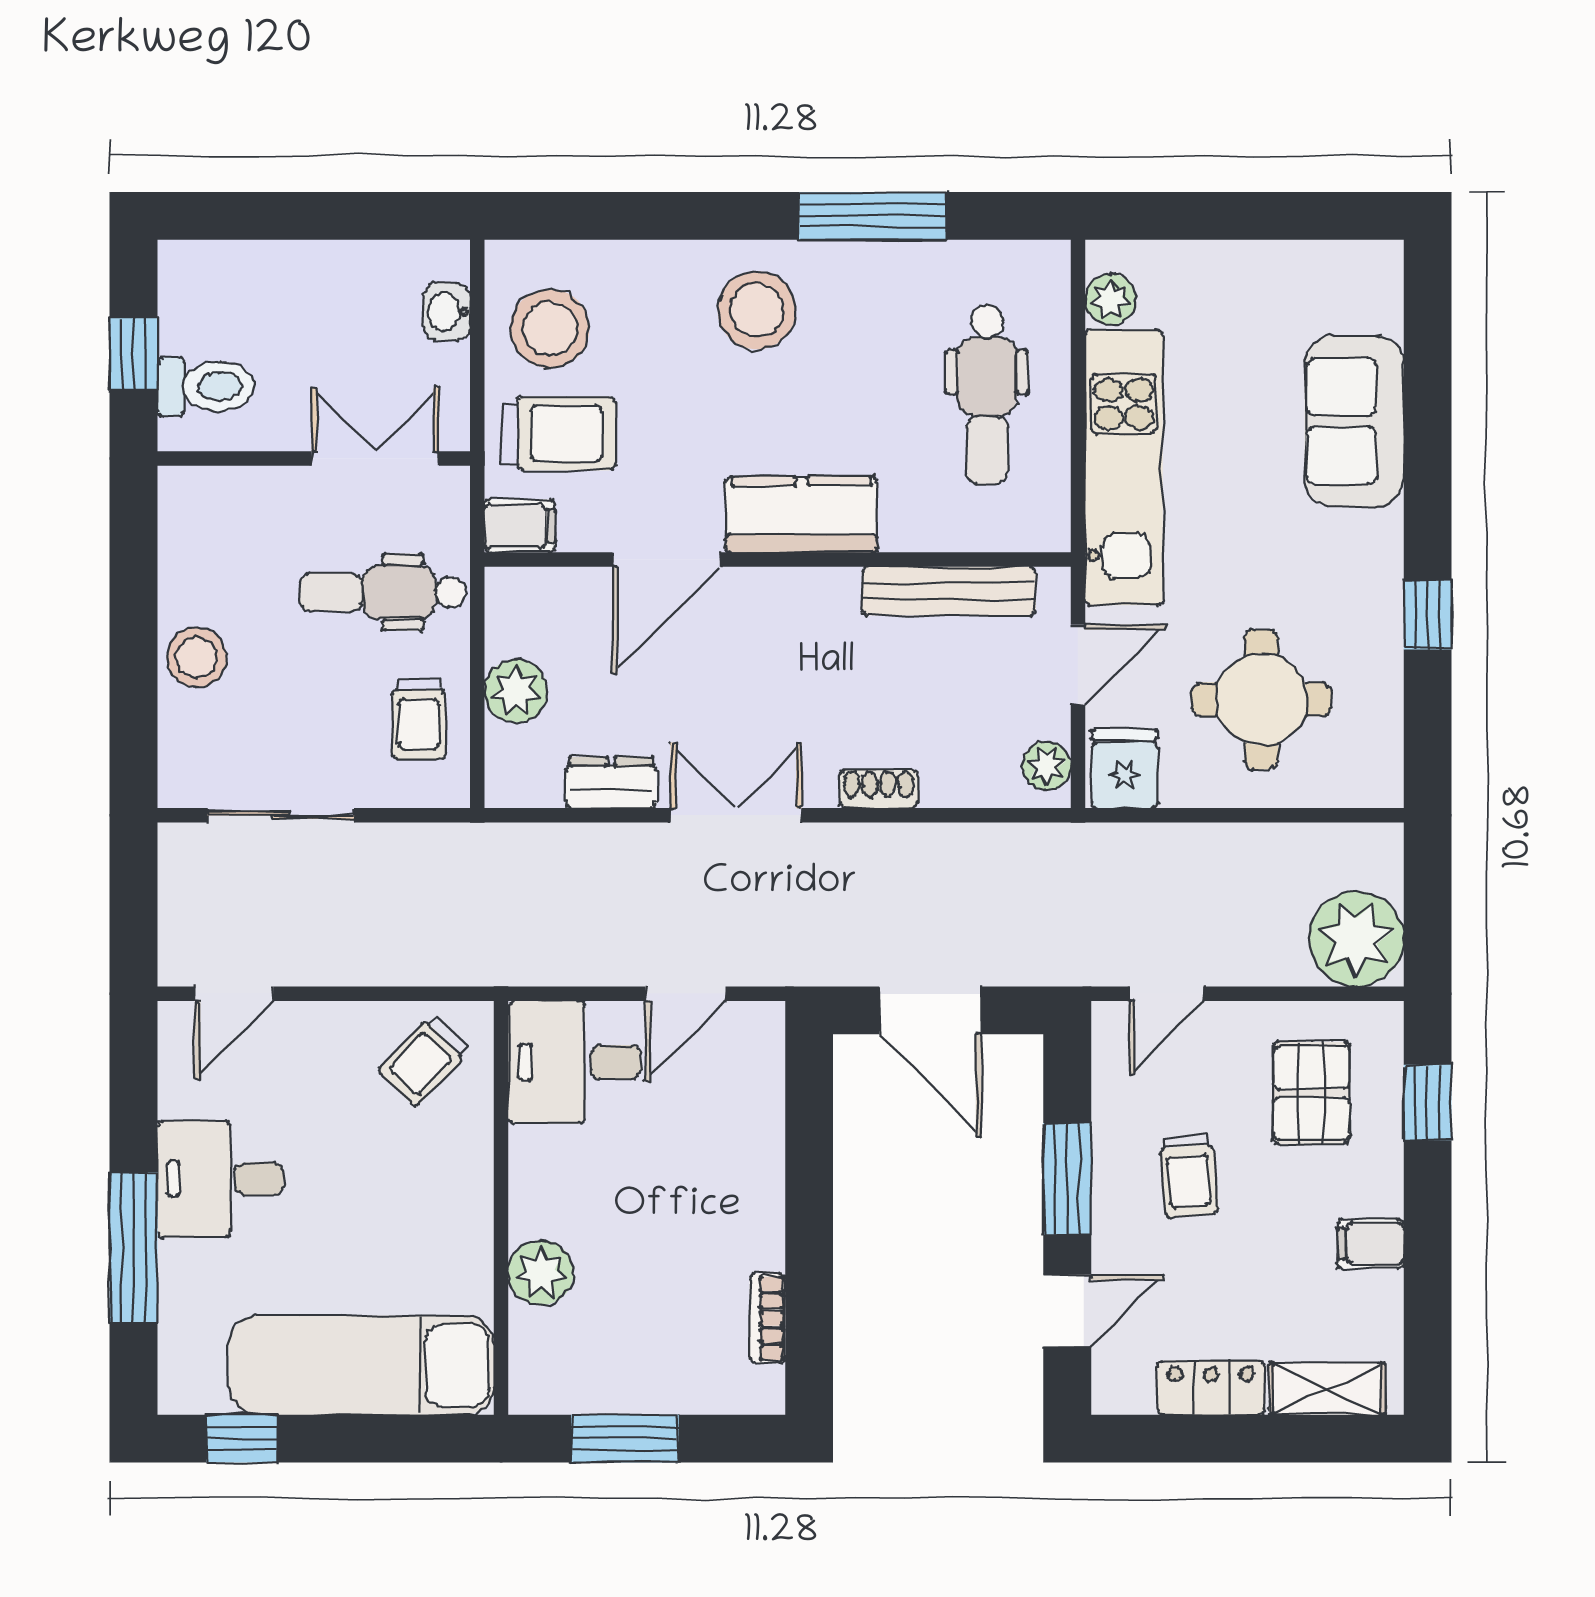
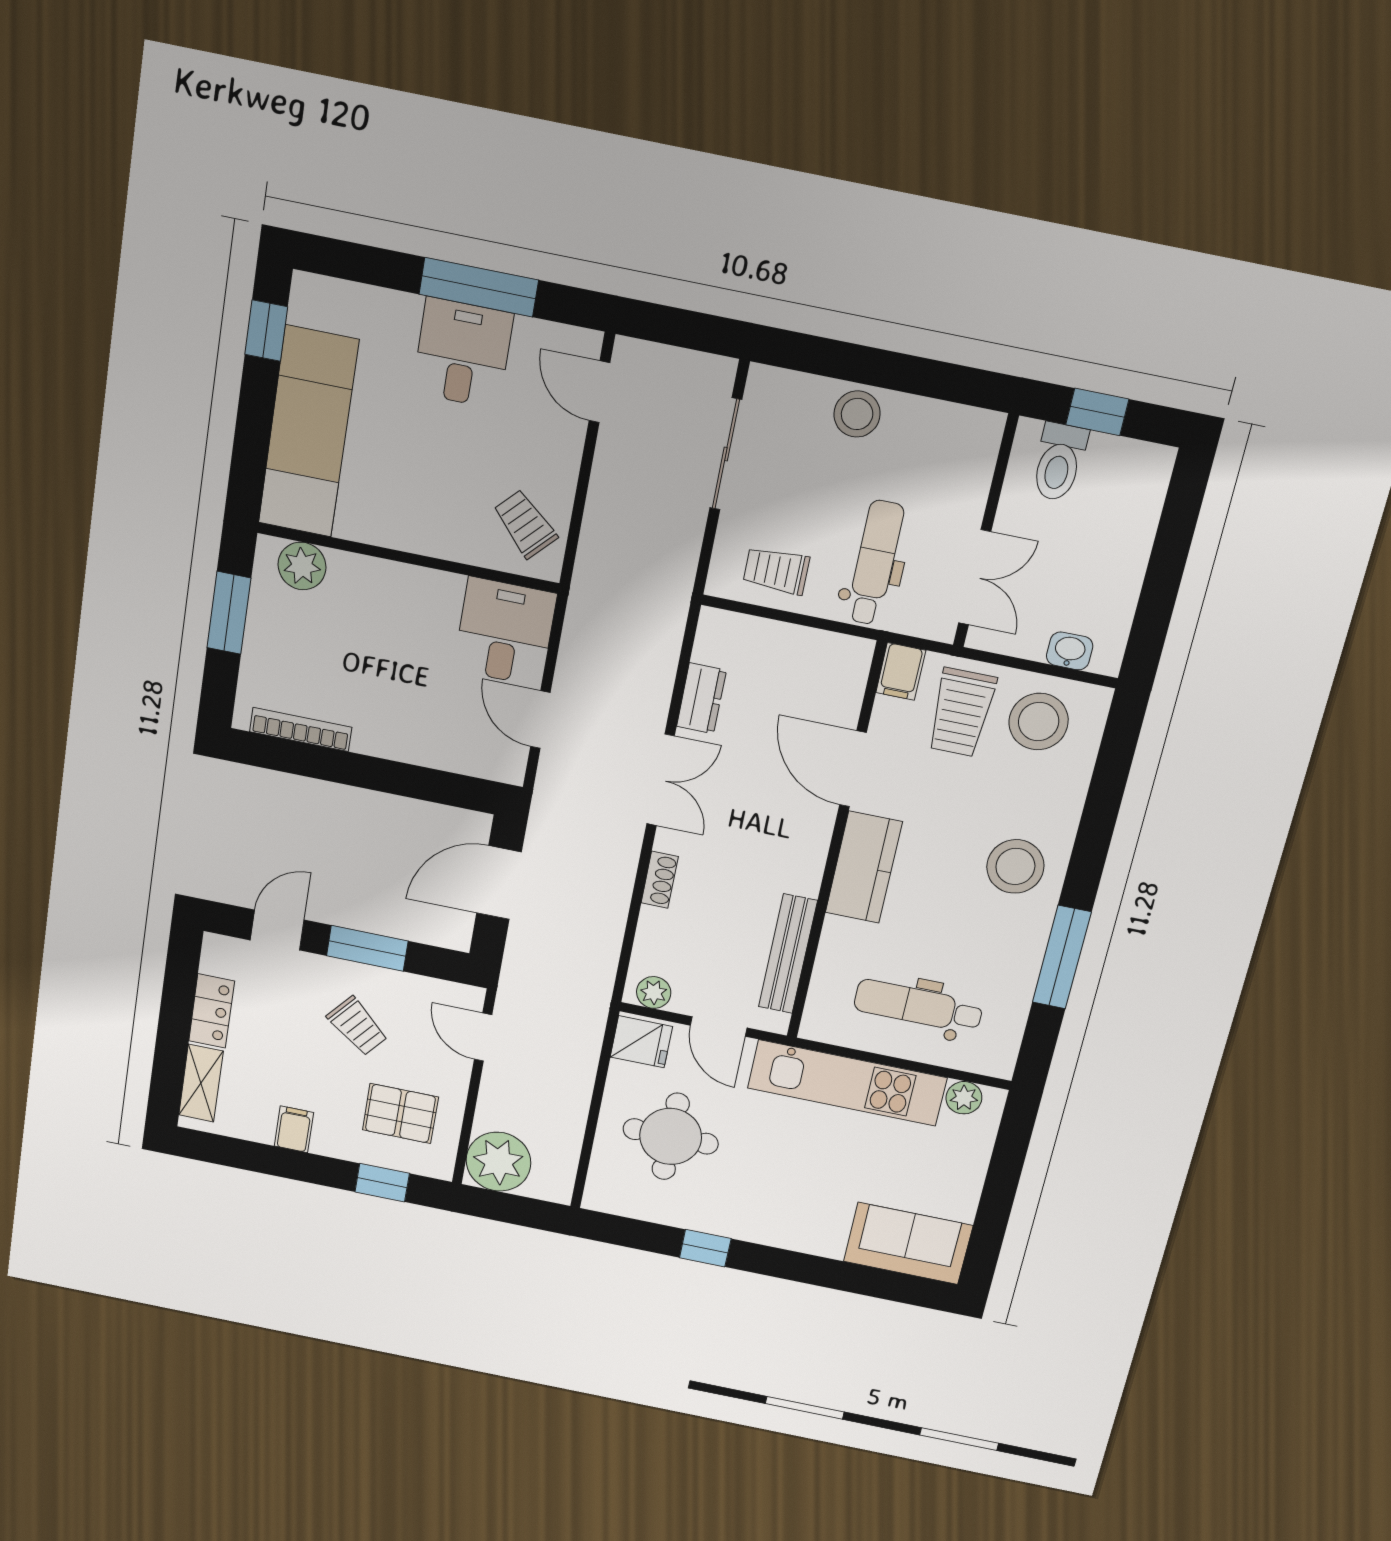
sofa: (1354, 421) -> (908, 1243), moved
plant: (516, 691) -> (782, 644), removed
trolley: (1189, 1175) -> (357, 1026), turned -135
window: (134, 1247) -> (479, 287), moved
plant: (541, 1273) -> (302, 566), moved
door: (1067, 1311) -> (277, 930), swing flipped
bookcase: (767, 1318) -> (301, 730), width x1.56

